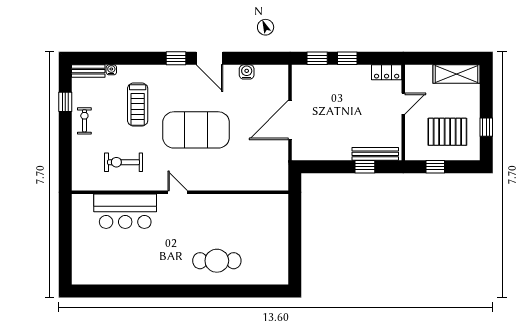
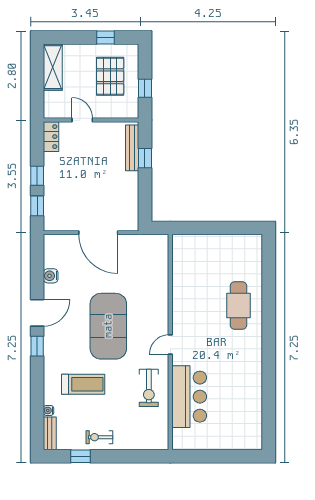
exercise bike: (124, 162) -> (149, 388), moved

